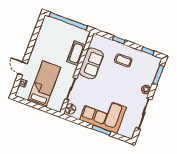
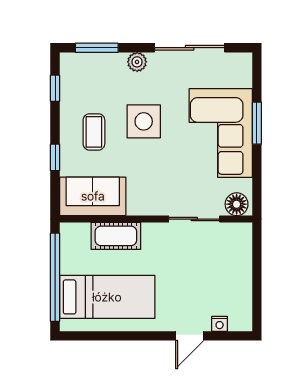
sofa: (91, 63) -> (93, 196), moved
side table: (120, 83) -> (144, 121), added
bed: (44, 84) -> (107, 297), moved, turned 180

